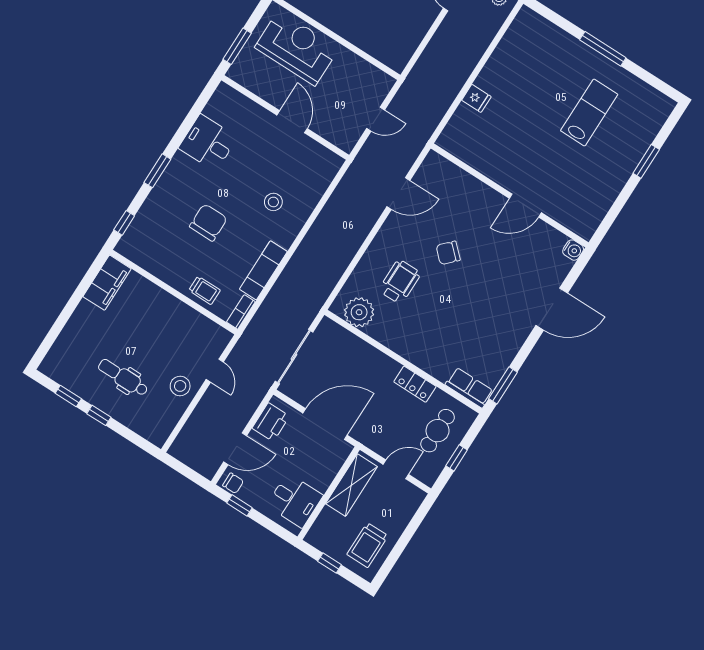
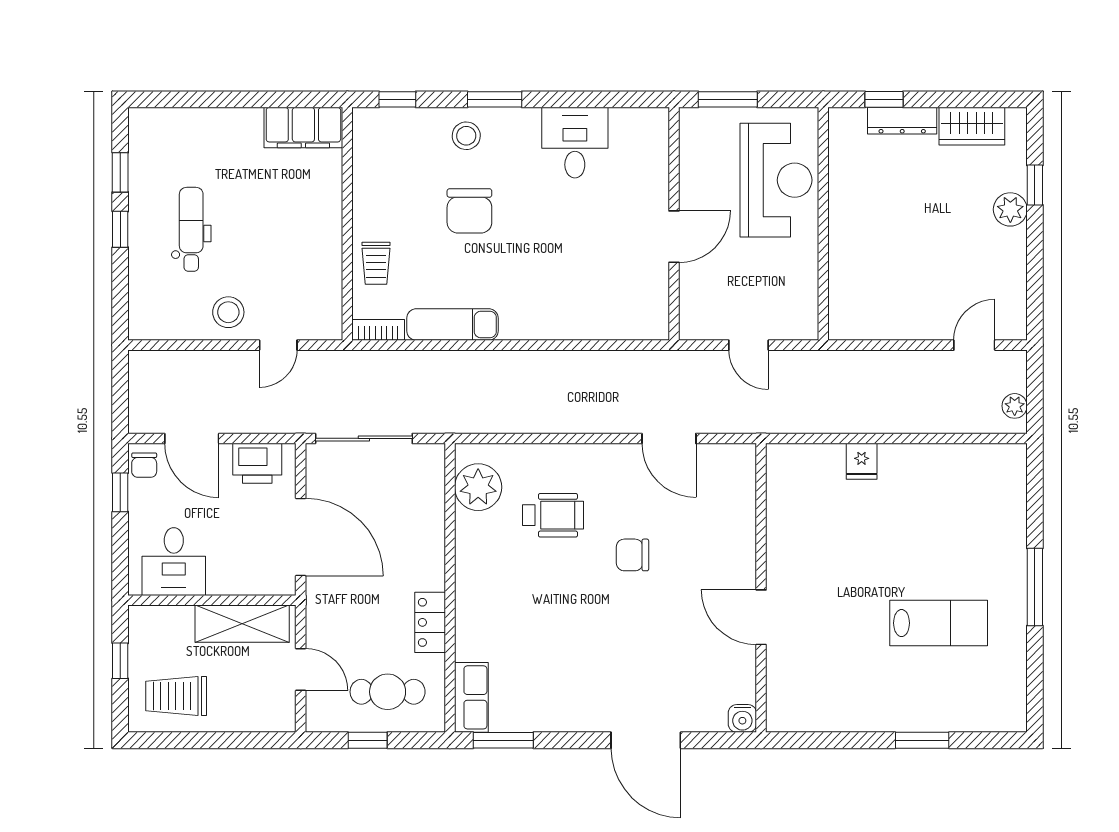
stool: (273, 202) -> (466, 136), moved
chair: (208, 222) -> (469, 211), turned 90
chair: (448, 253) -> (633, 555), turned -44

